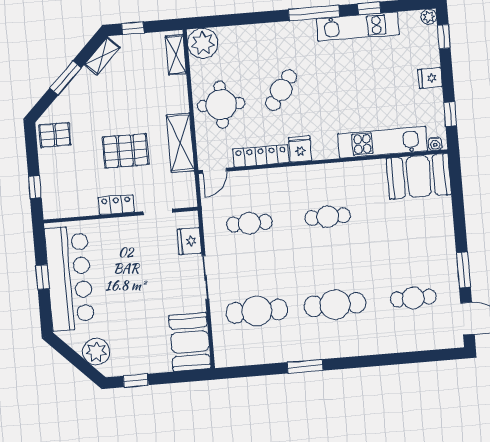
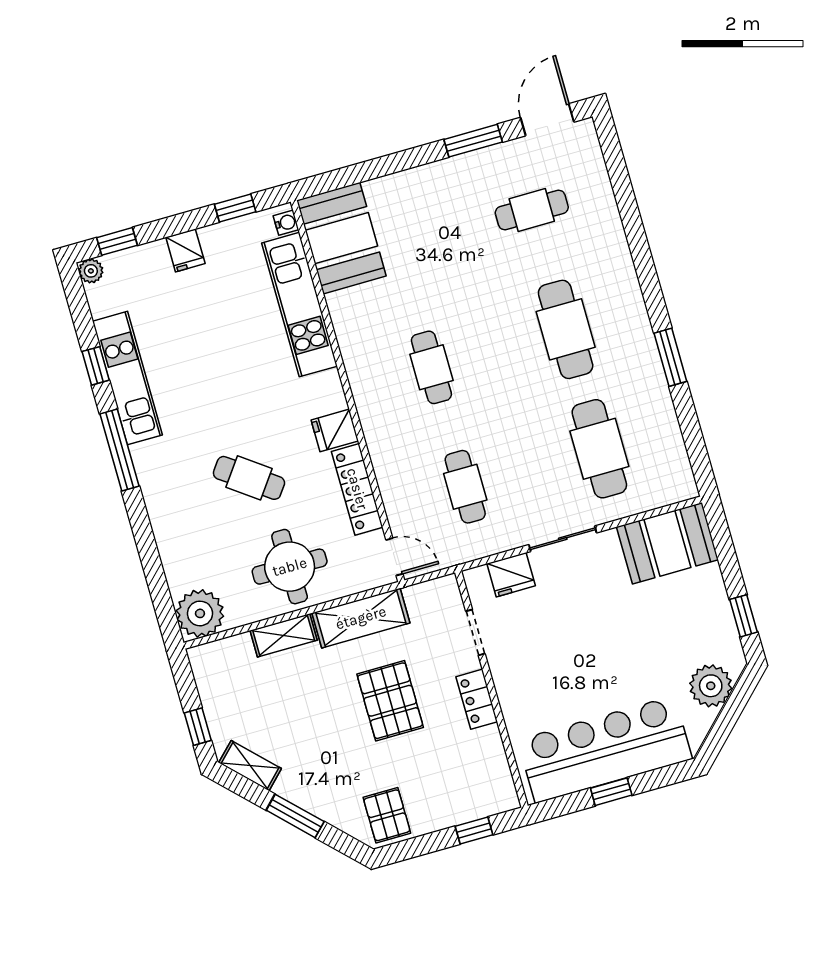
shelving: (176, 55) -> (284, 635), moved
cafe table: (413, 298) -> (532, 210), turned 90

